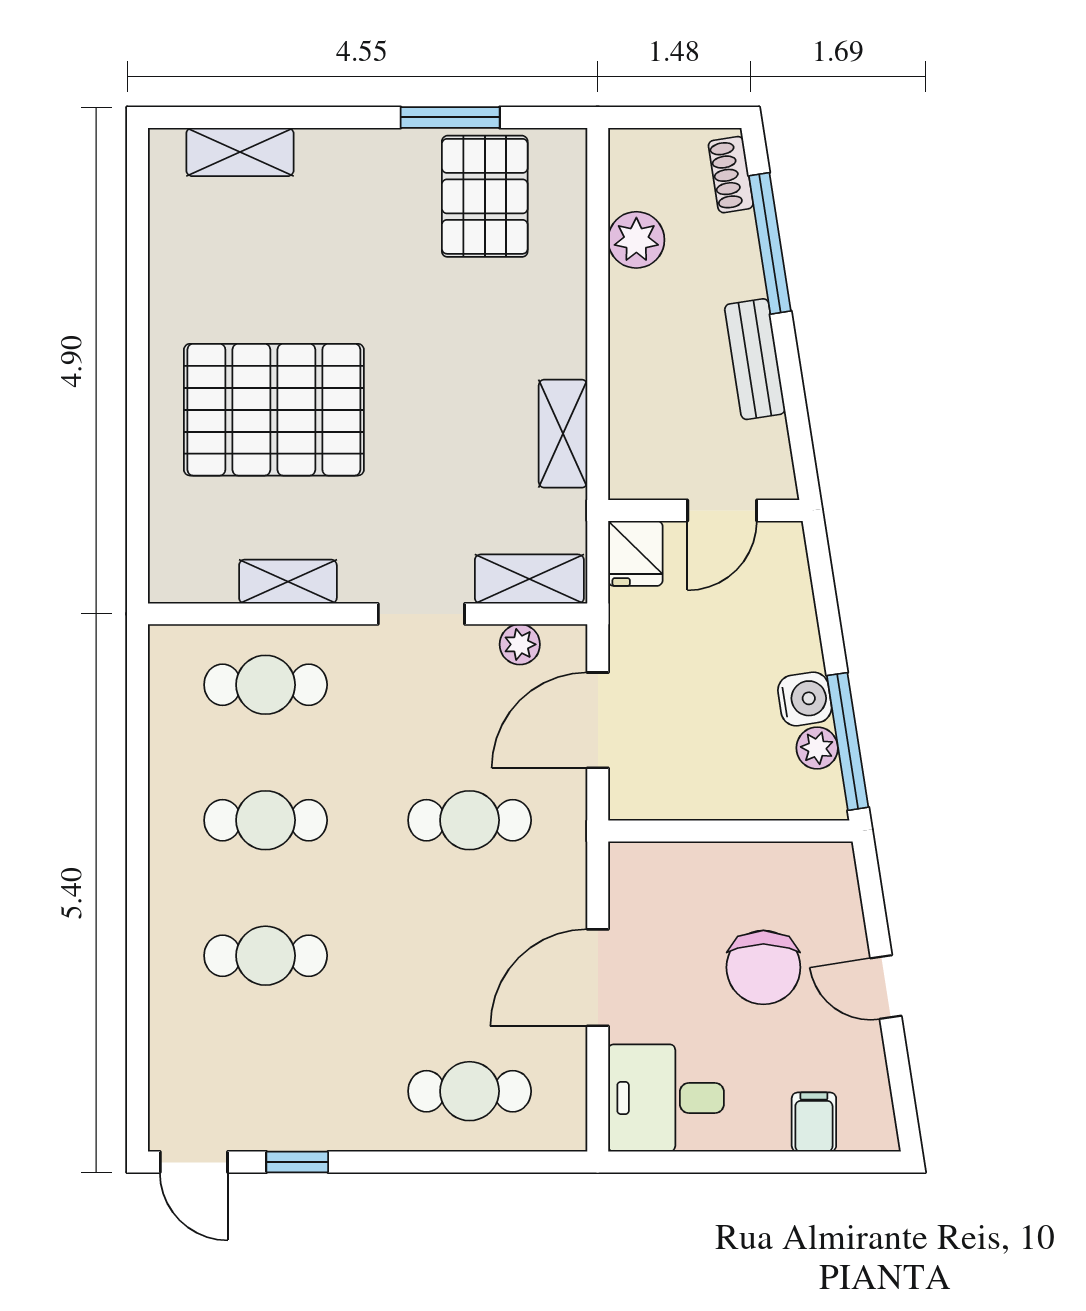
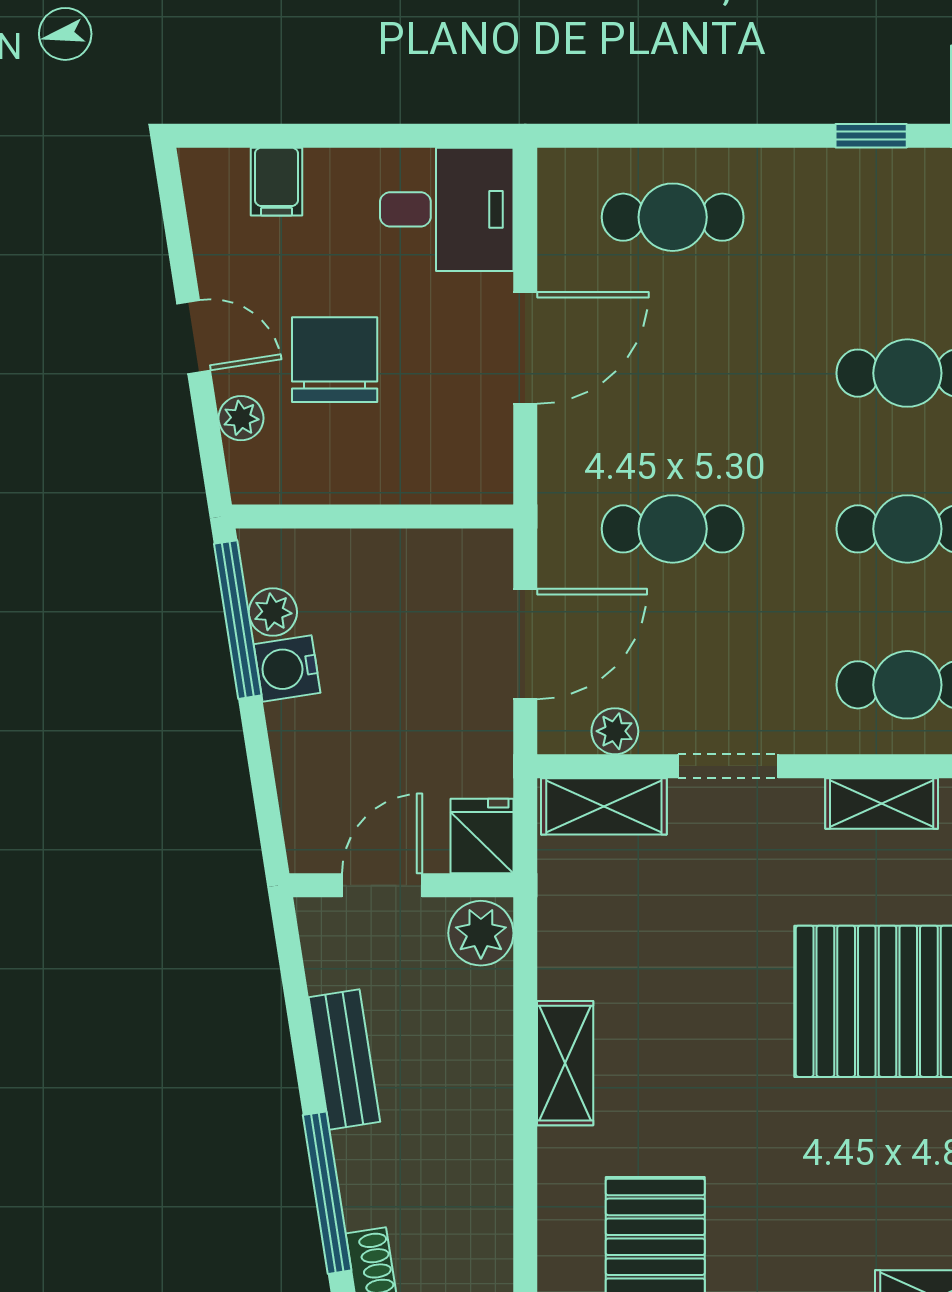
plant: (636, 240) -> (481, 933), moved
shelving: (563, 434) -> (565, 1063), moved
plant: (845, 917) -> (241, 418), added

